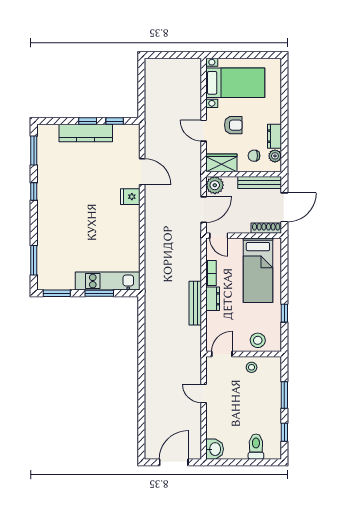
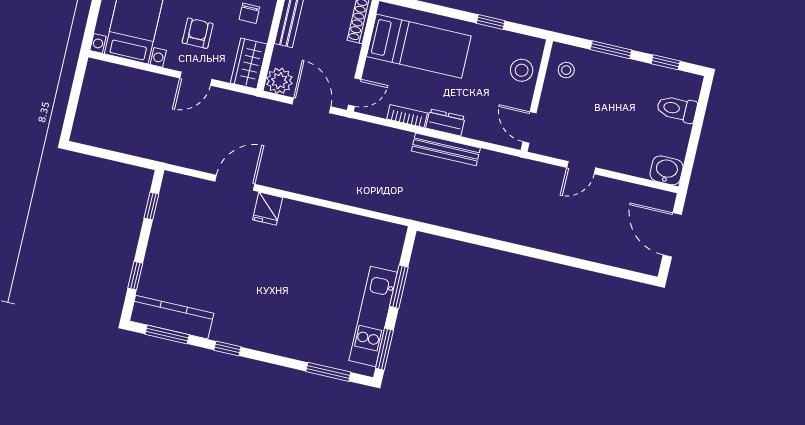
window: (88, 121) -> (135, 276), moved
kitchen counter: (86, 133) -> (172, 317), moved, turned -90
kitchen unit: (108, 281) -> (373, 316), moved
stool: (252, 367) -> (566, 70), moved

